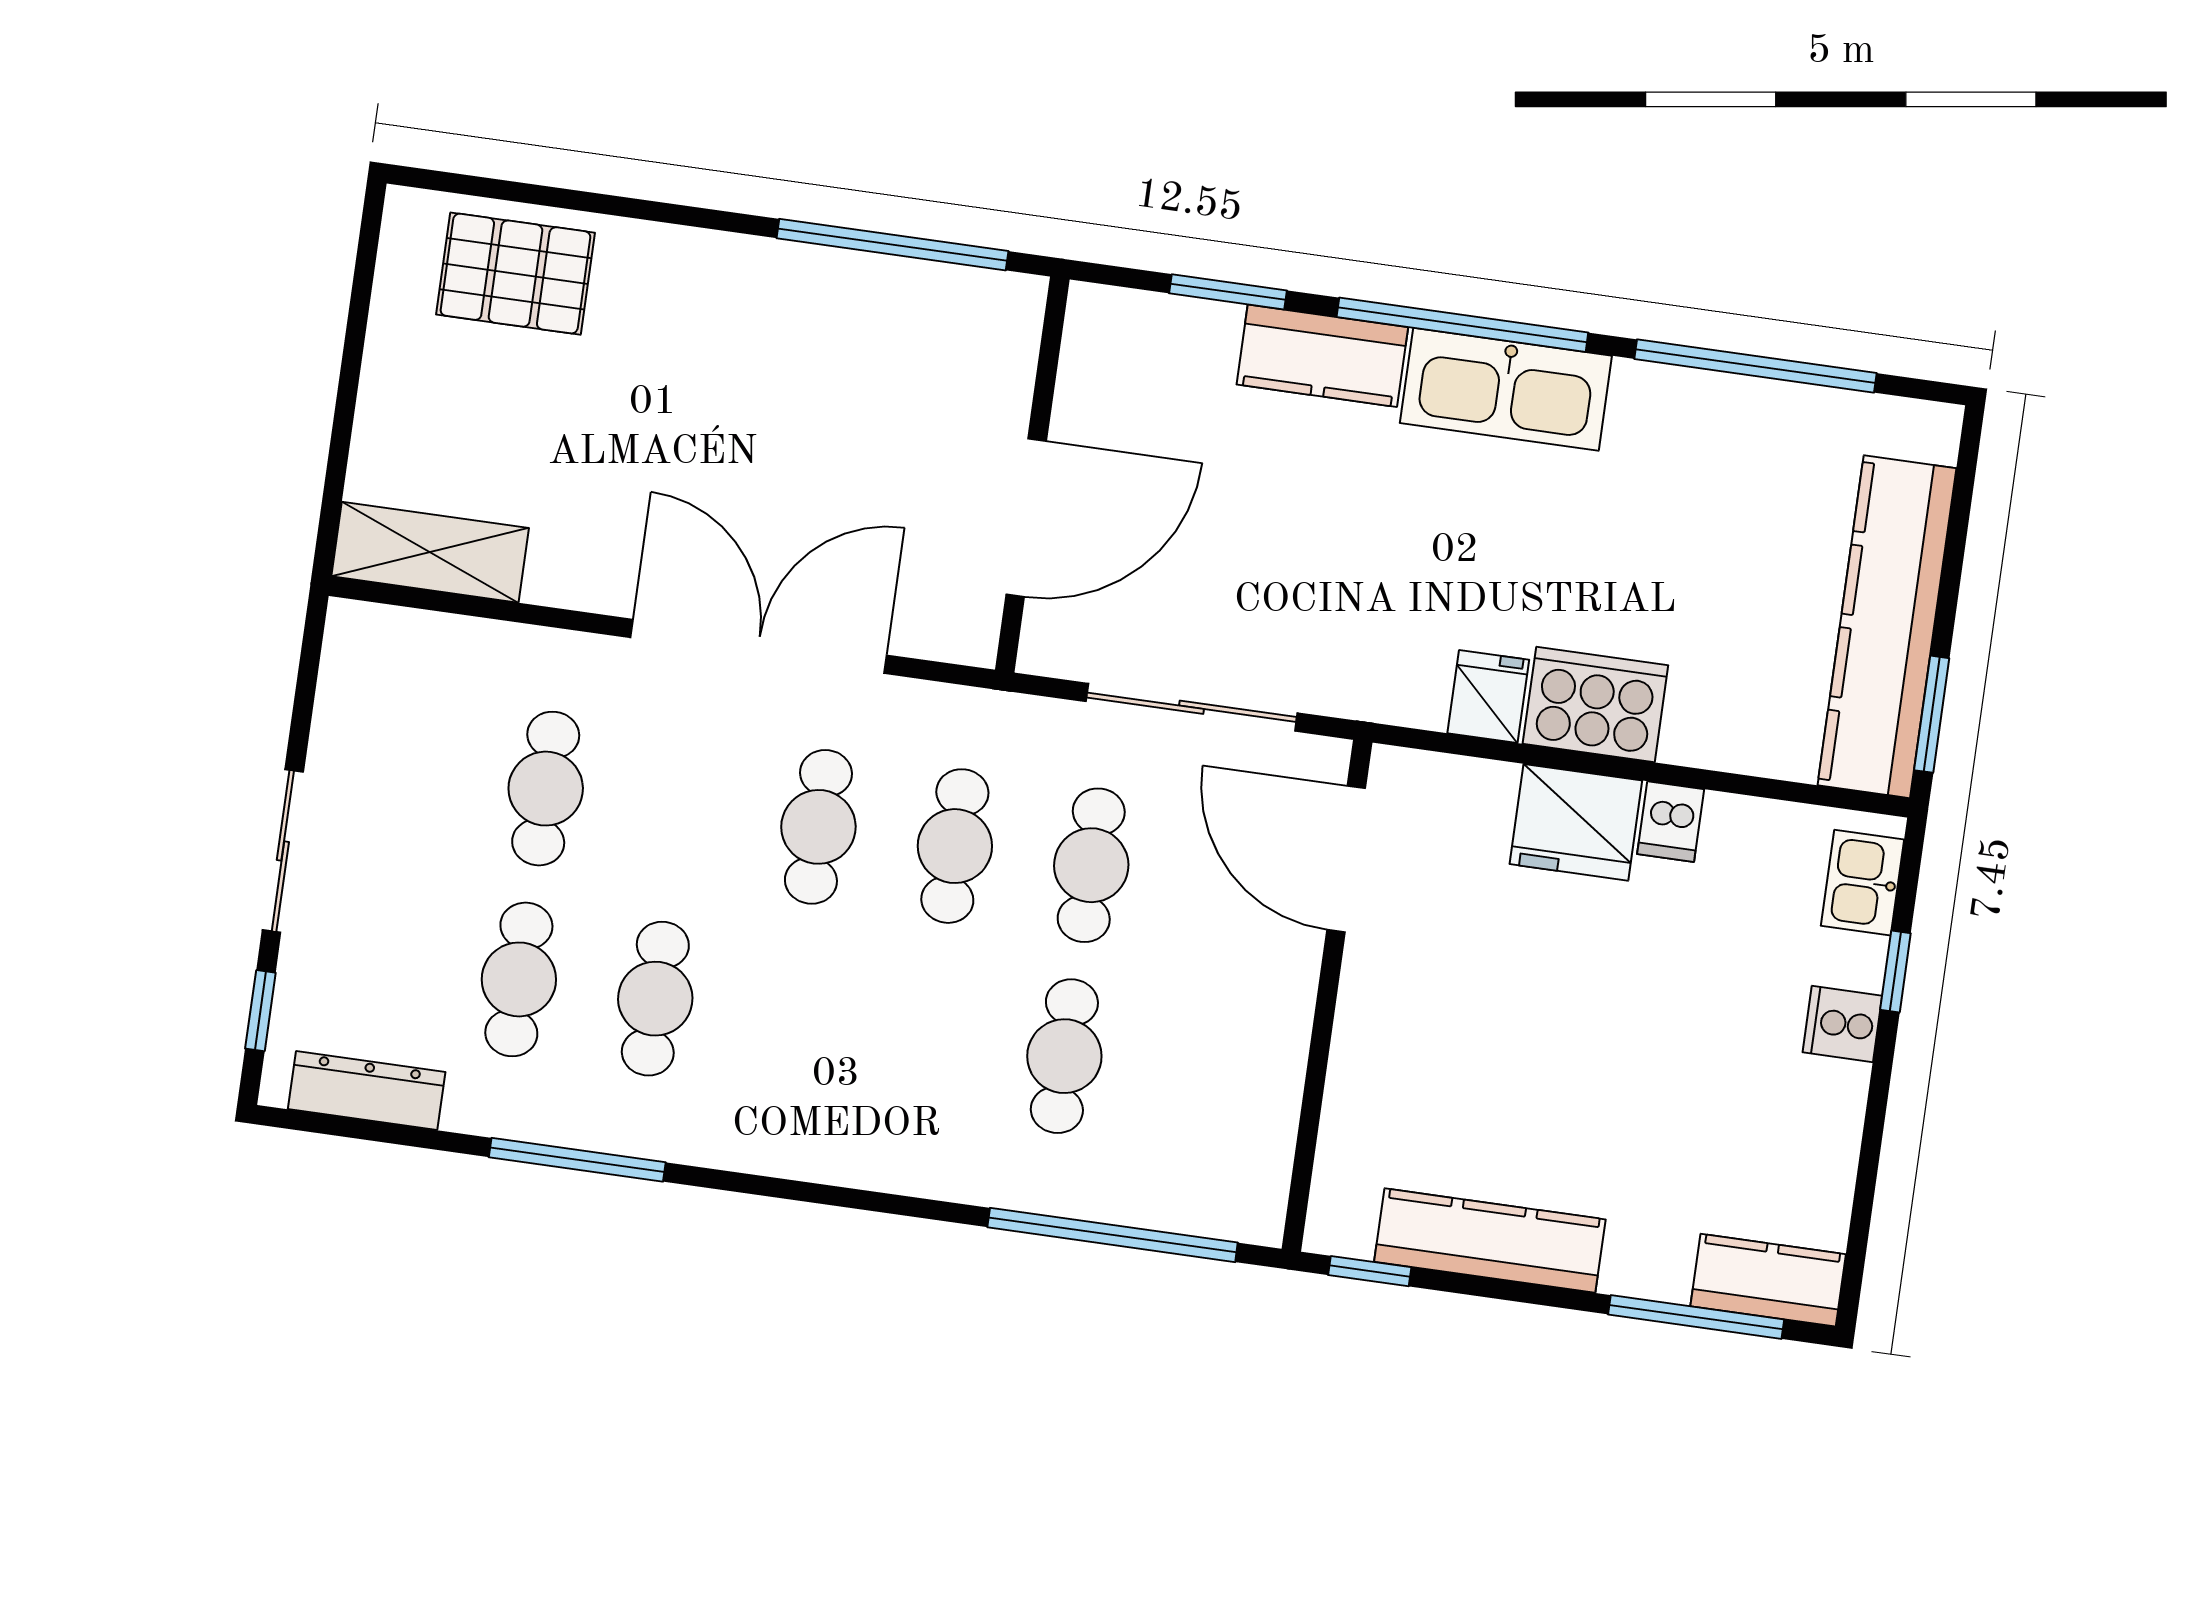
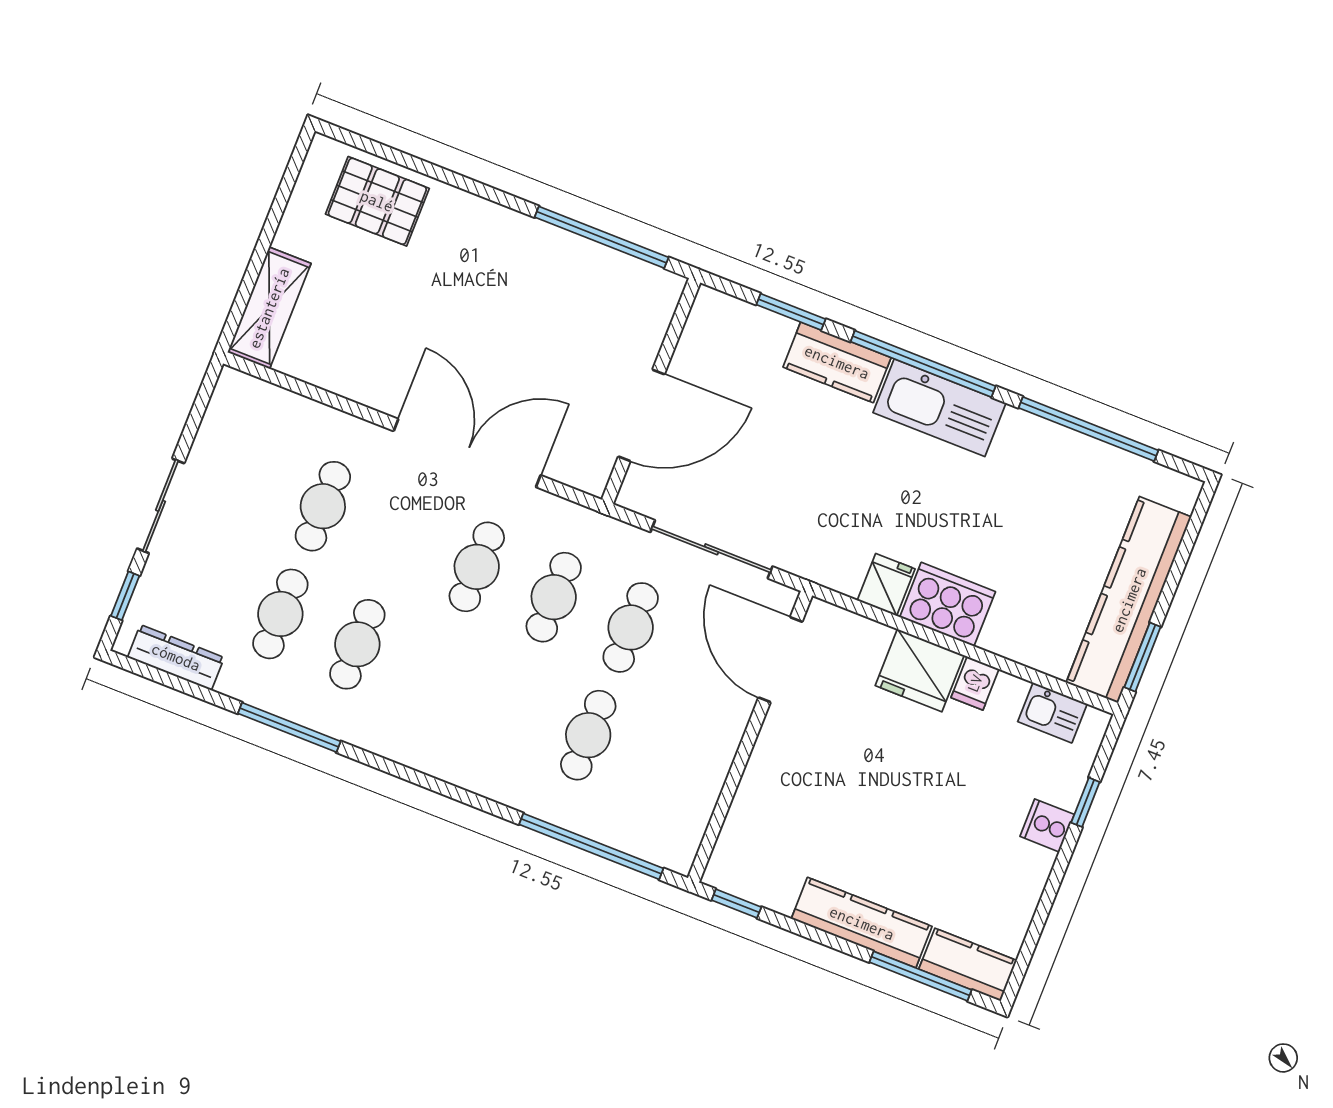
shelving: (430, 552) -> (269, 308), moved, turned 90
kitchen sink: (1863, 883) -> (1052, 713), moved, turned -90
kitchen counter: (1490, 1241) -> (862, 923), moved

